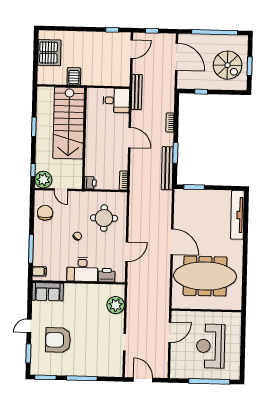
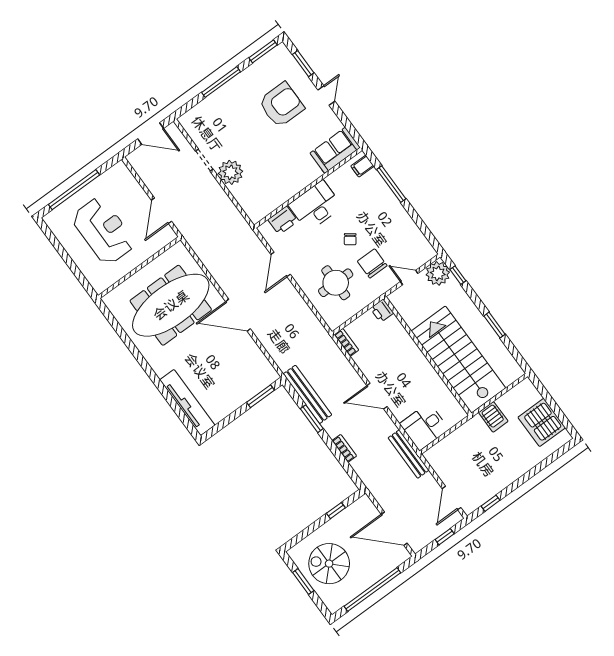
chair: (45, 213) -> (372, 263), moved, turned 180
plant: (116, 305) -> (231, 172), moved

